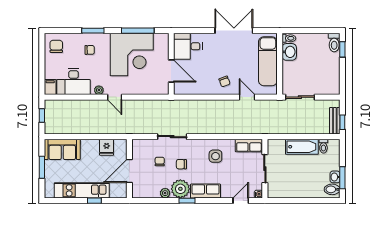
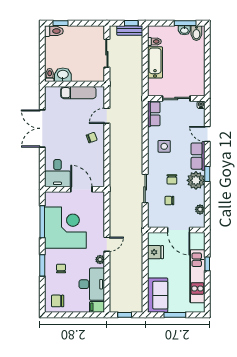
exam couch: (268, 61) -> (78, 93), width x0.73, depth x0.69
door: (171, 71) -> (81, 189), hinge flipped
sliding door: (300, 97) -> (107, 53), moved
plant: (165, 193) -> (200, 209), moved
door: (241, 201) -> (207, 134), moved

